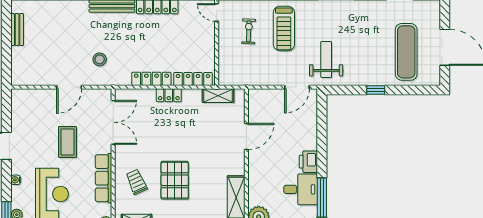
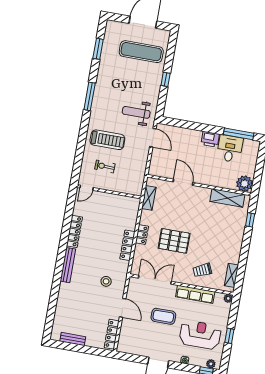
locker: (193, 79) -> (112, 334), moved
pallet: (175, 180) -> (174, 241), moved

